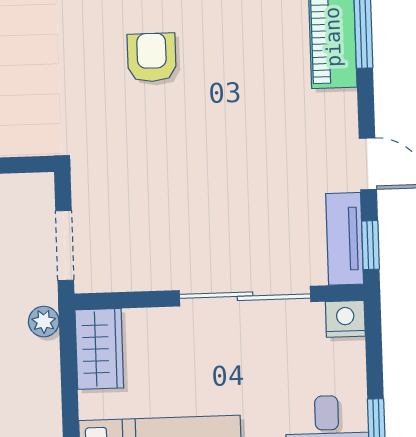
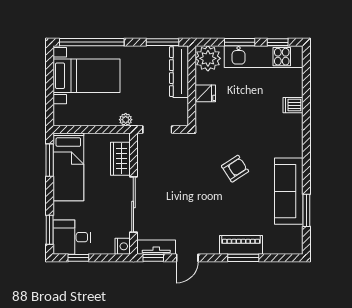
armchair: (152, 57) -> (235, 169), turned -33
wardrobe: (99, 349) -> (120, 159), moved, turned 90

